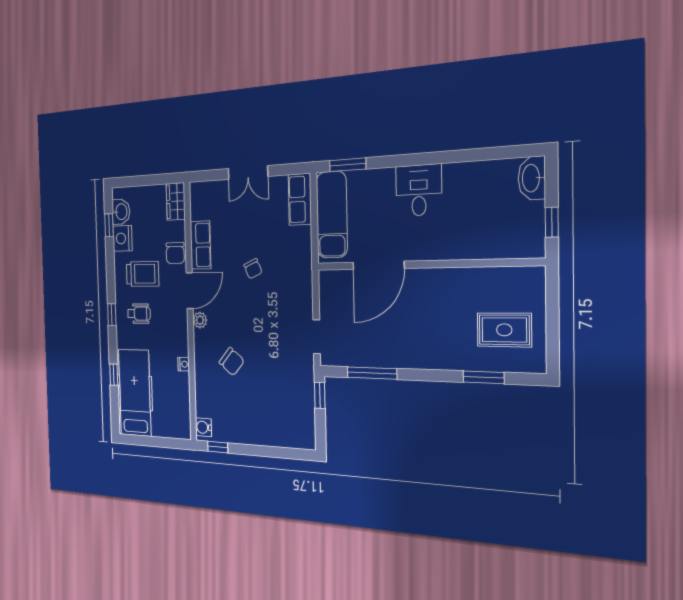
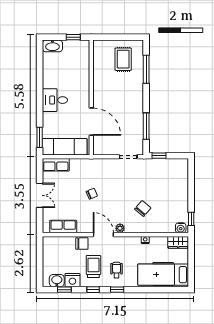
wardrobe: (176, 201) -> (178, 242), moved
row of seats: (201, 245) -> (63, 227), moved
window: (114, 375) -> (93, 290), moved
window: (483, 377) -> (146, 69), width x1.44

